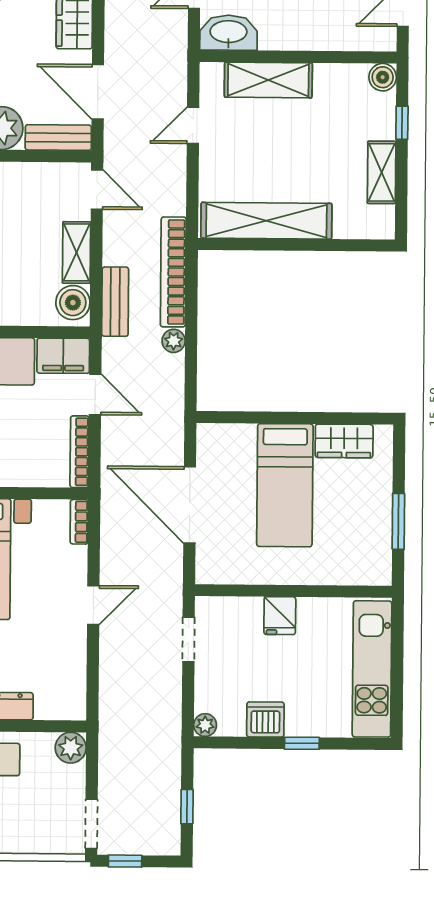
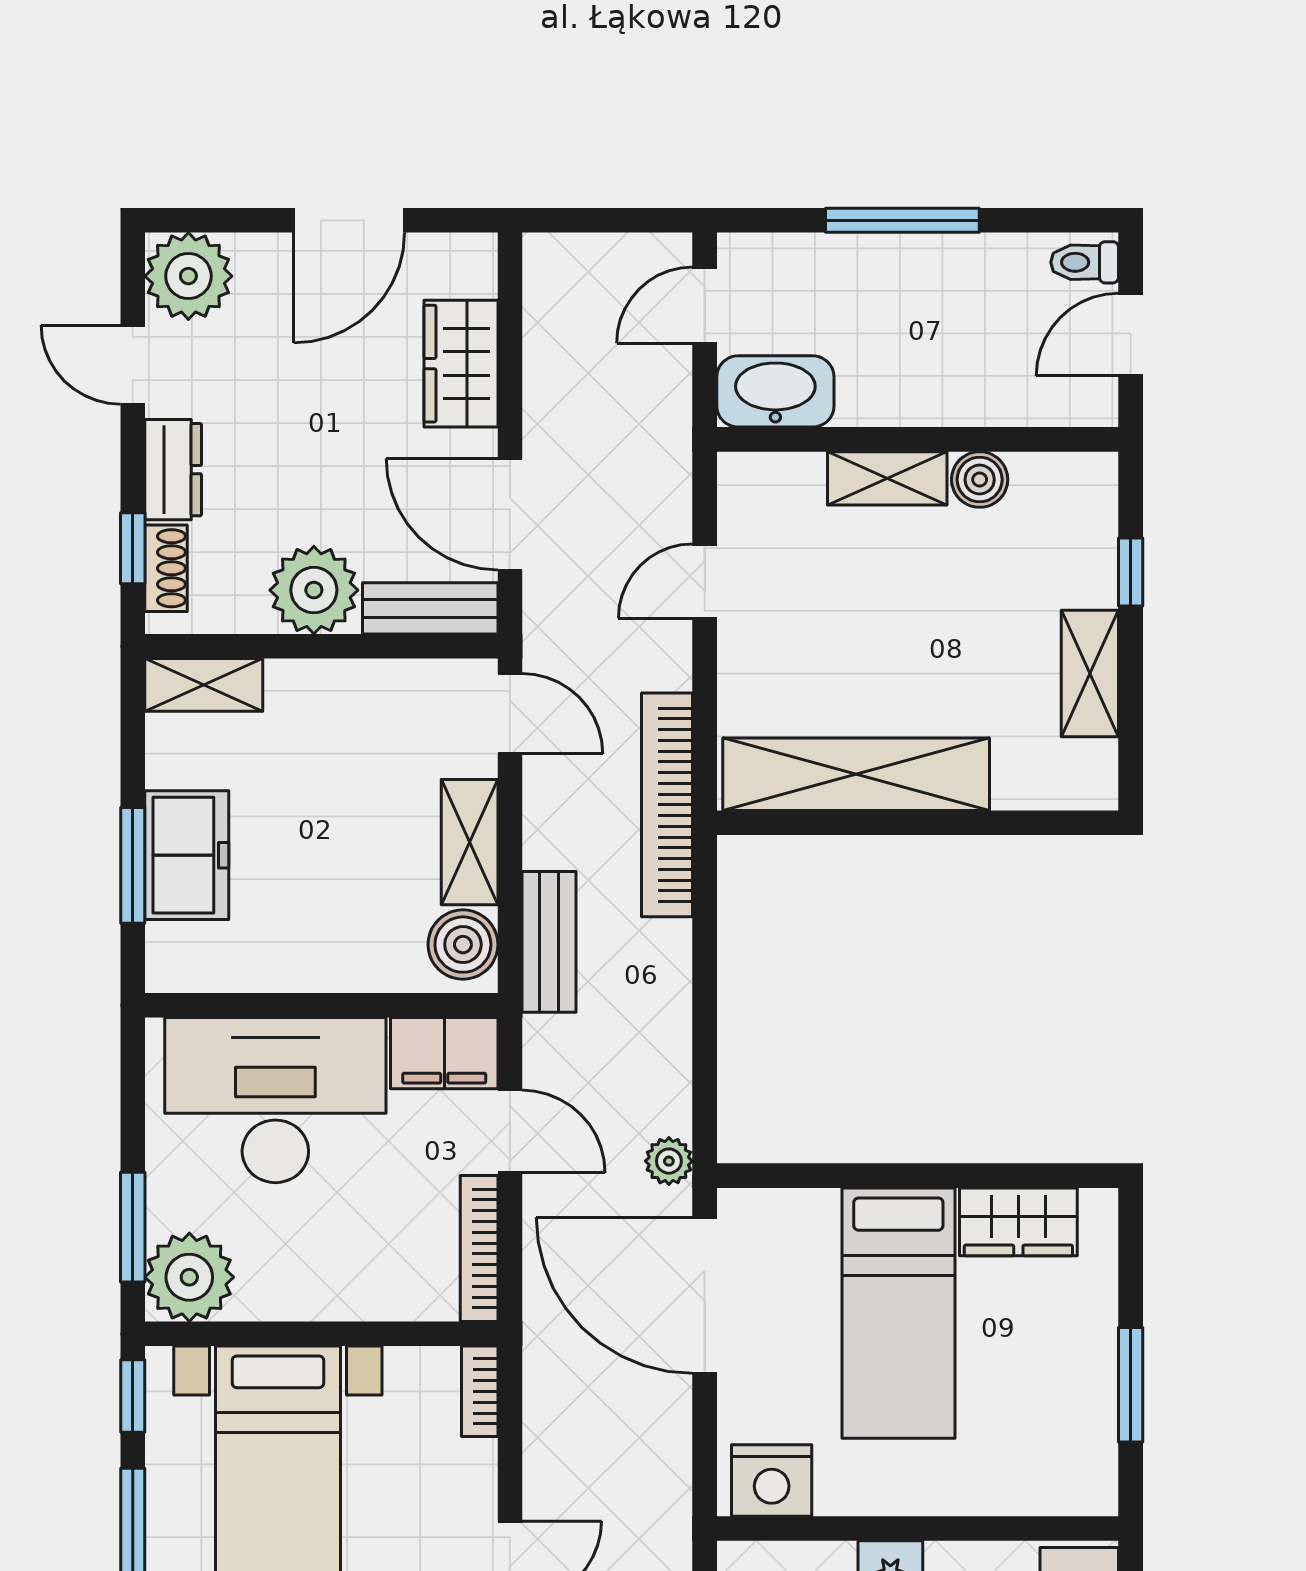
boiler: (383, 77) -> (980, 480), moved
shelving: (268, 80) -> (887, 478), width x0.67, depth x0.75
bookcase: (173, 272) -> (667, 805), moved
plant: (174, 341) -> (669, 1161), moved
door: (190, 505) -> (705, 1295), moved
nightstand: (222, 567) -> (772, 1481), added

